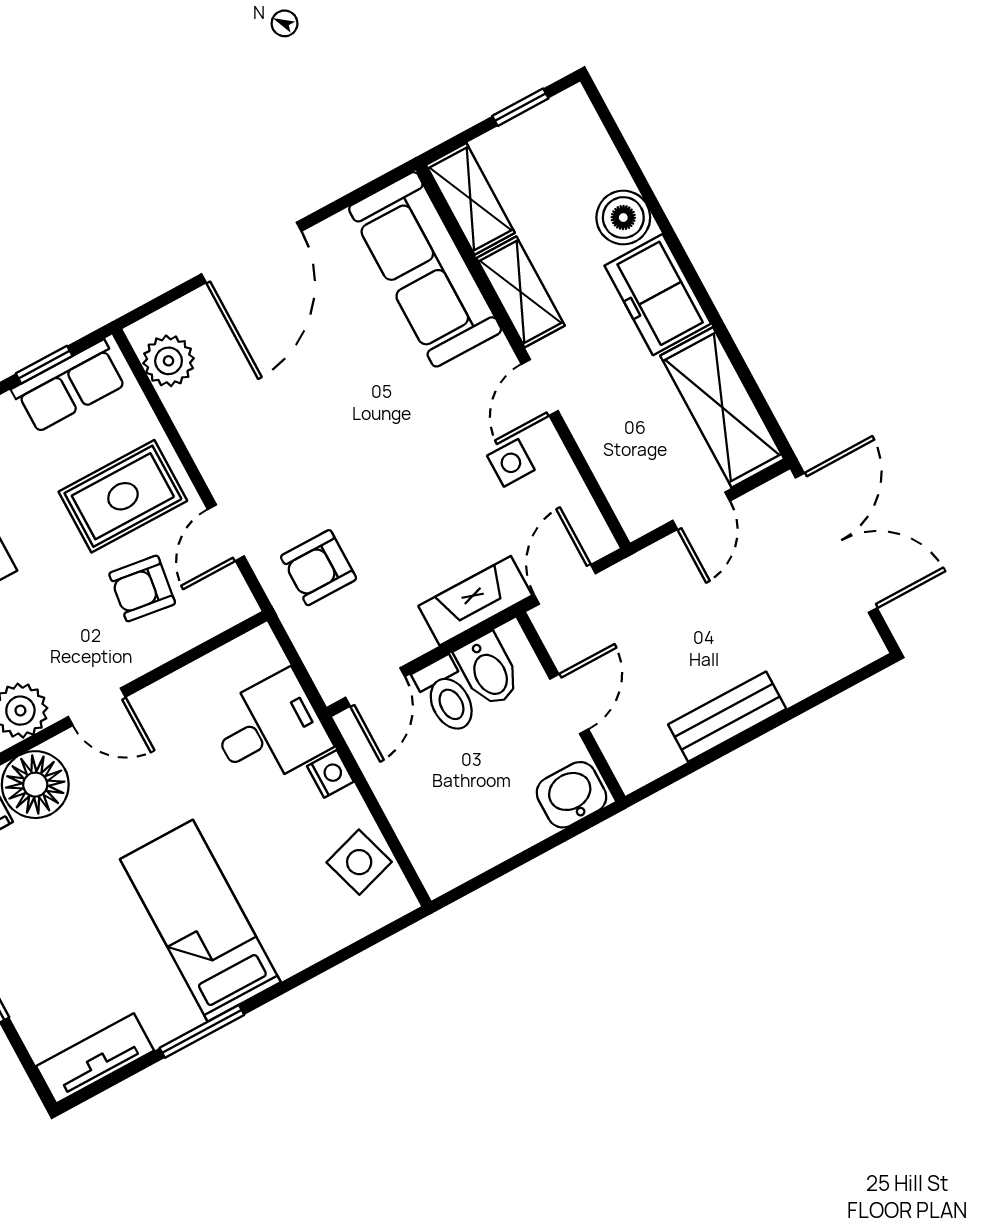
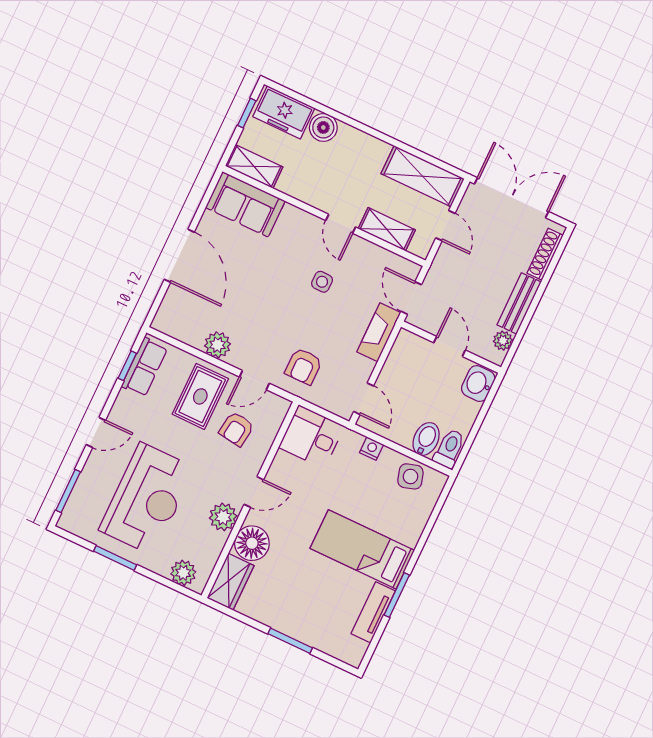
sofa: (425, 269) -> (245, 204), width x0.73
shelving: (521, 292) -> (387, 229), moved
freezer: (658, 295) -> (284, 112), moved
plant: (169, 361) -> (218, 345), moved
side table: (511, 463) -> (322, 282), moved
door: (226, 533) -> (254, 380), hinge flipped
bidet: (488, 670) -> (426, 439), moved, turned -90
shoe rack: (824, 670) -> (545, 254), added
toilet: (447, 696) -> (449, 449), moved, turned -90
desk: (269, 730) -> (312, 437), moved, turned -90
plant: (659, 756) -> (503, 341), added
tv unit: (95, 1058) -> (373, 612), moved

